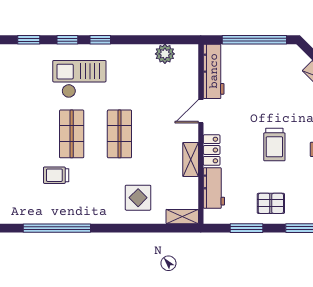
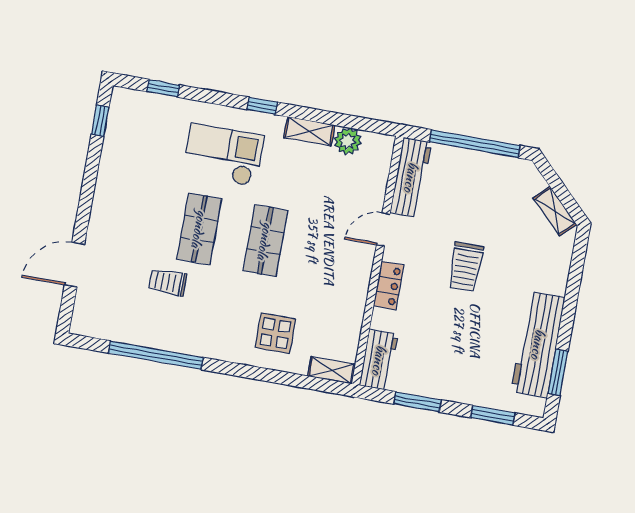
window: (67, 40) -> (217, 98), removed
trolley: (274, 145) -> (466, 267), moved
shelving: (191, 159) -> (309, 131), moved, turned 90
workbench: (214, 188) -> (379, 360), moved
pallet: (271, 203) -> (457, 374), removed

